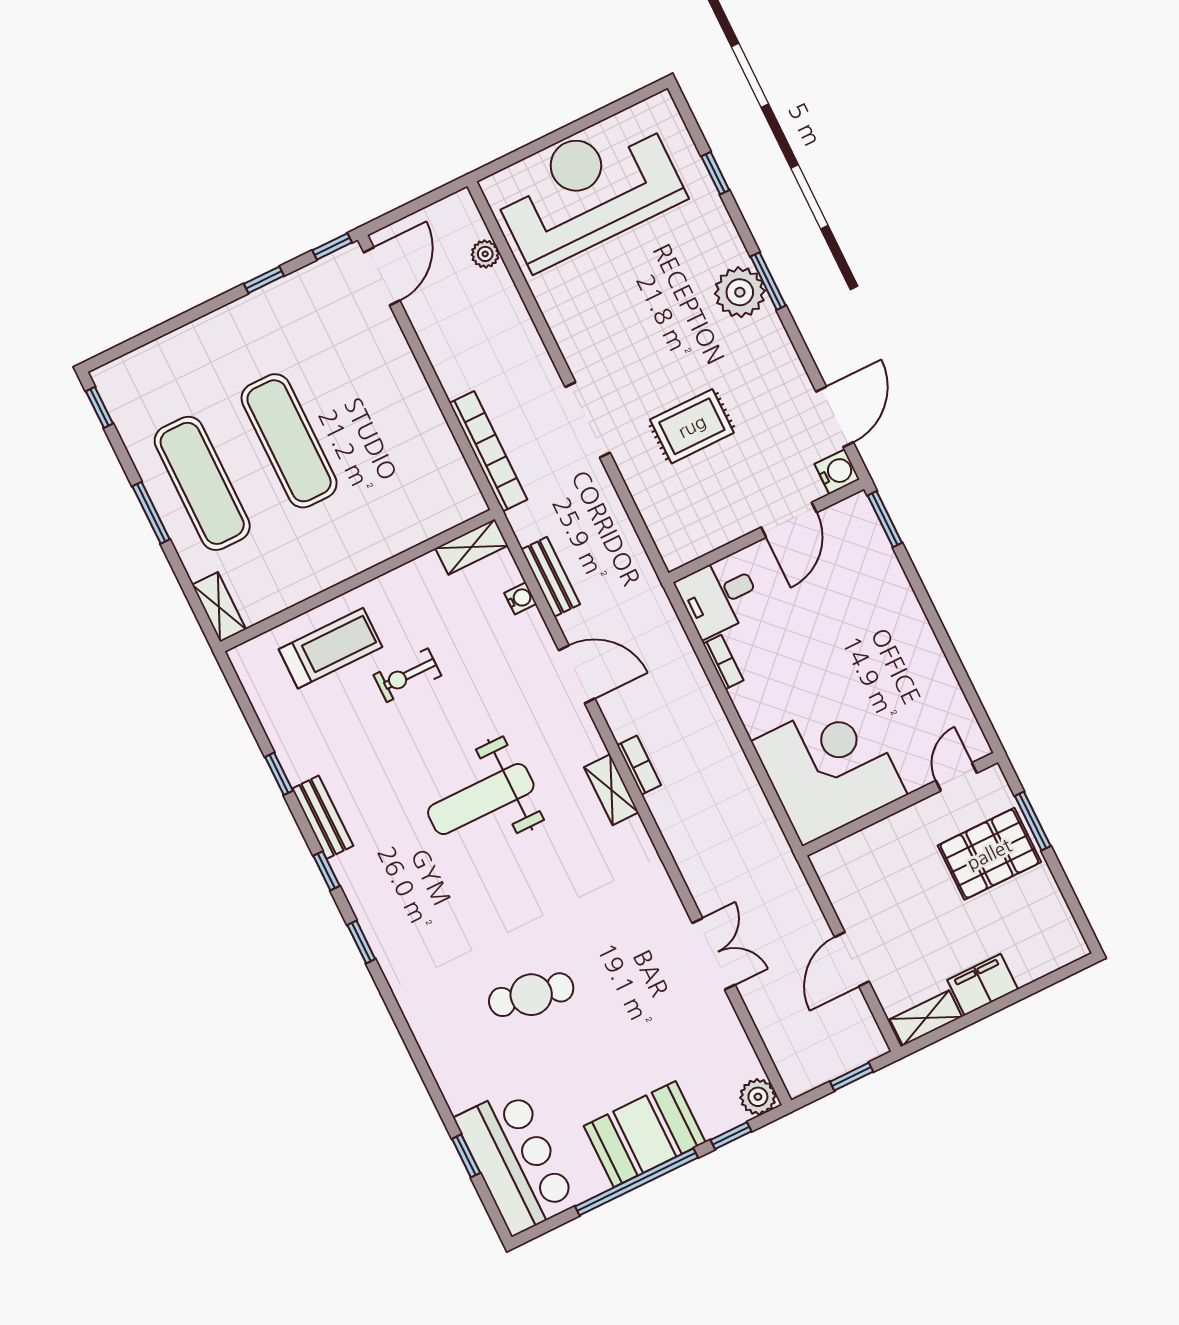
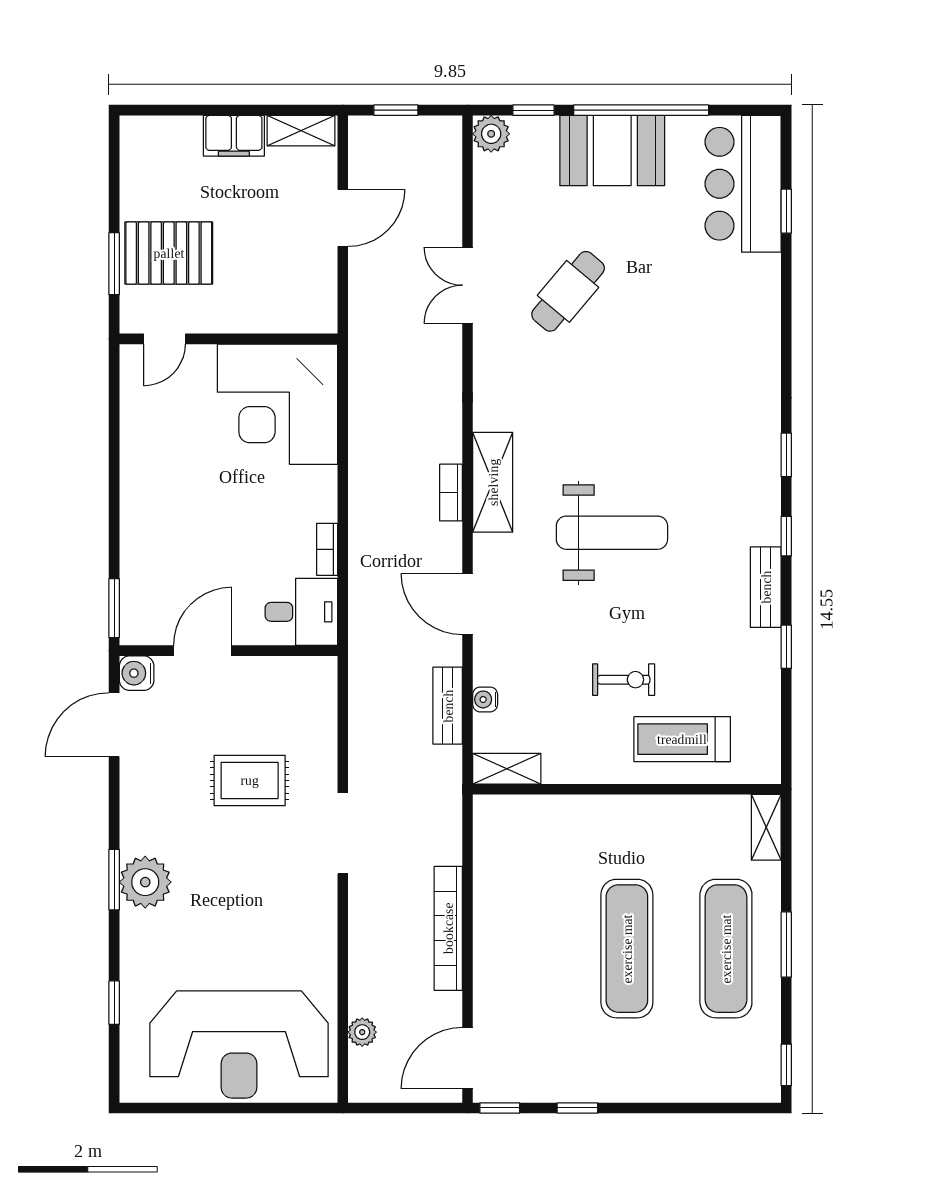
bookcase: (488, 451) -> (448, 928), moved
shelving: (611, 790) -> (493, 482), width x1.50, depth x1.33
cafe table: (531, 995) -> (568, 291), moved, turned -62

